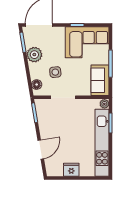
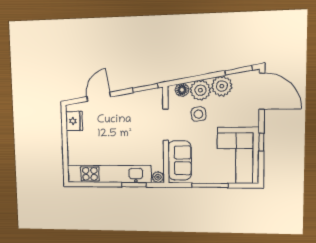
plant: (37, 71) -> (200, 90), added
sofa: (100, 80) -> (180, 160), moved, turned 90
door: (41, 150) -> (99, 97), swing flipped
fridge: (71, 170) -> (74, 121), moved

